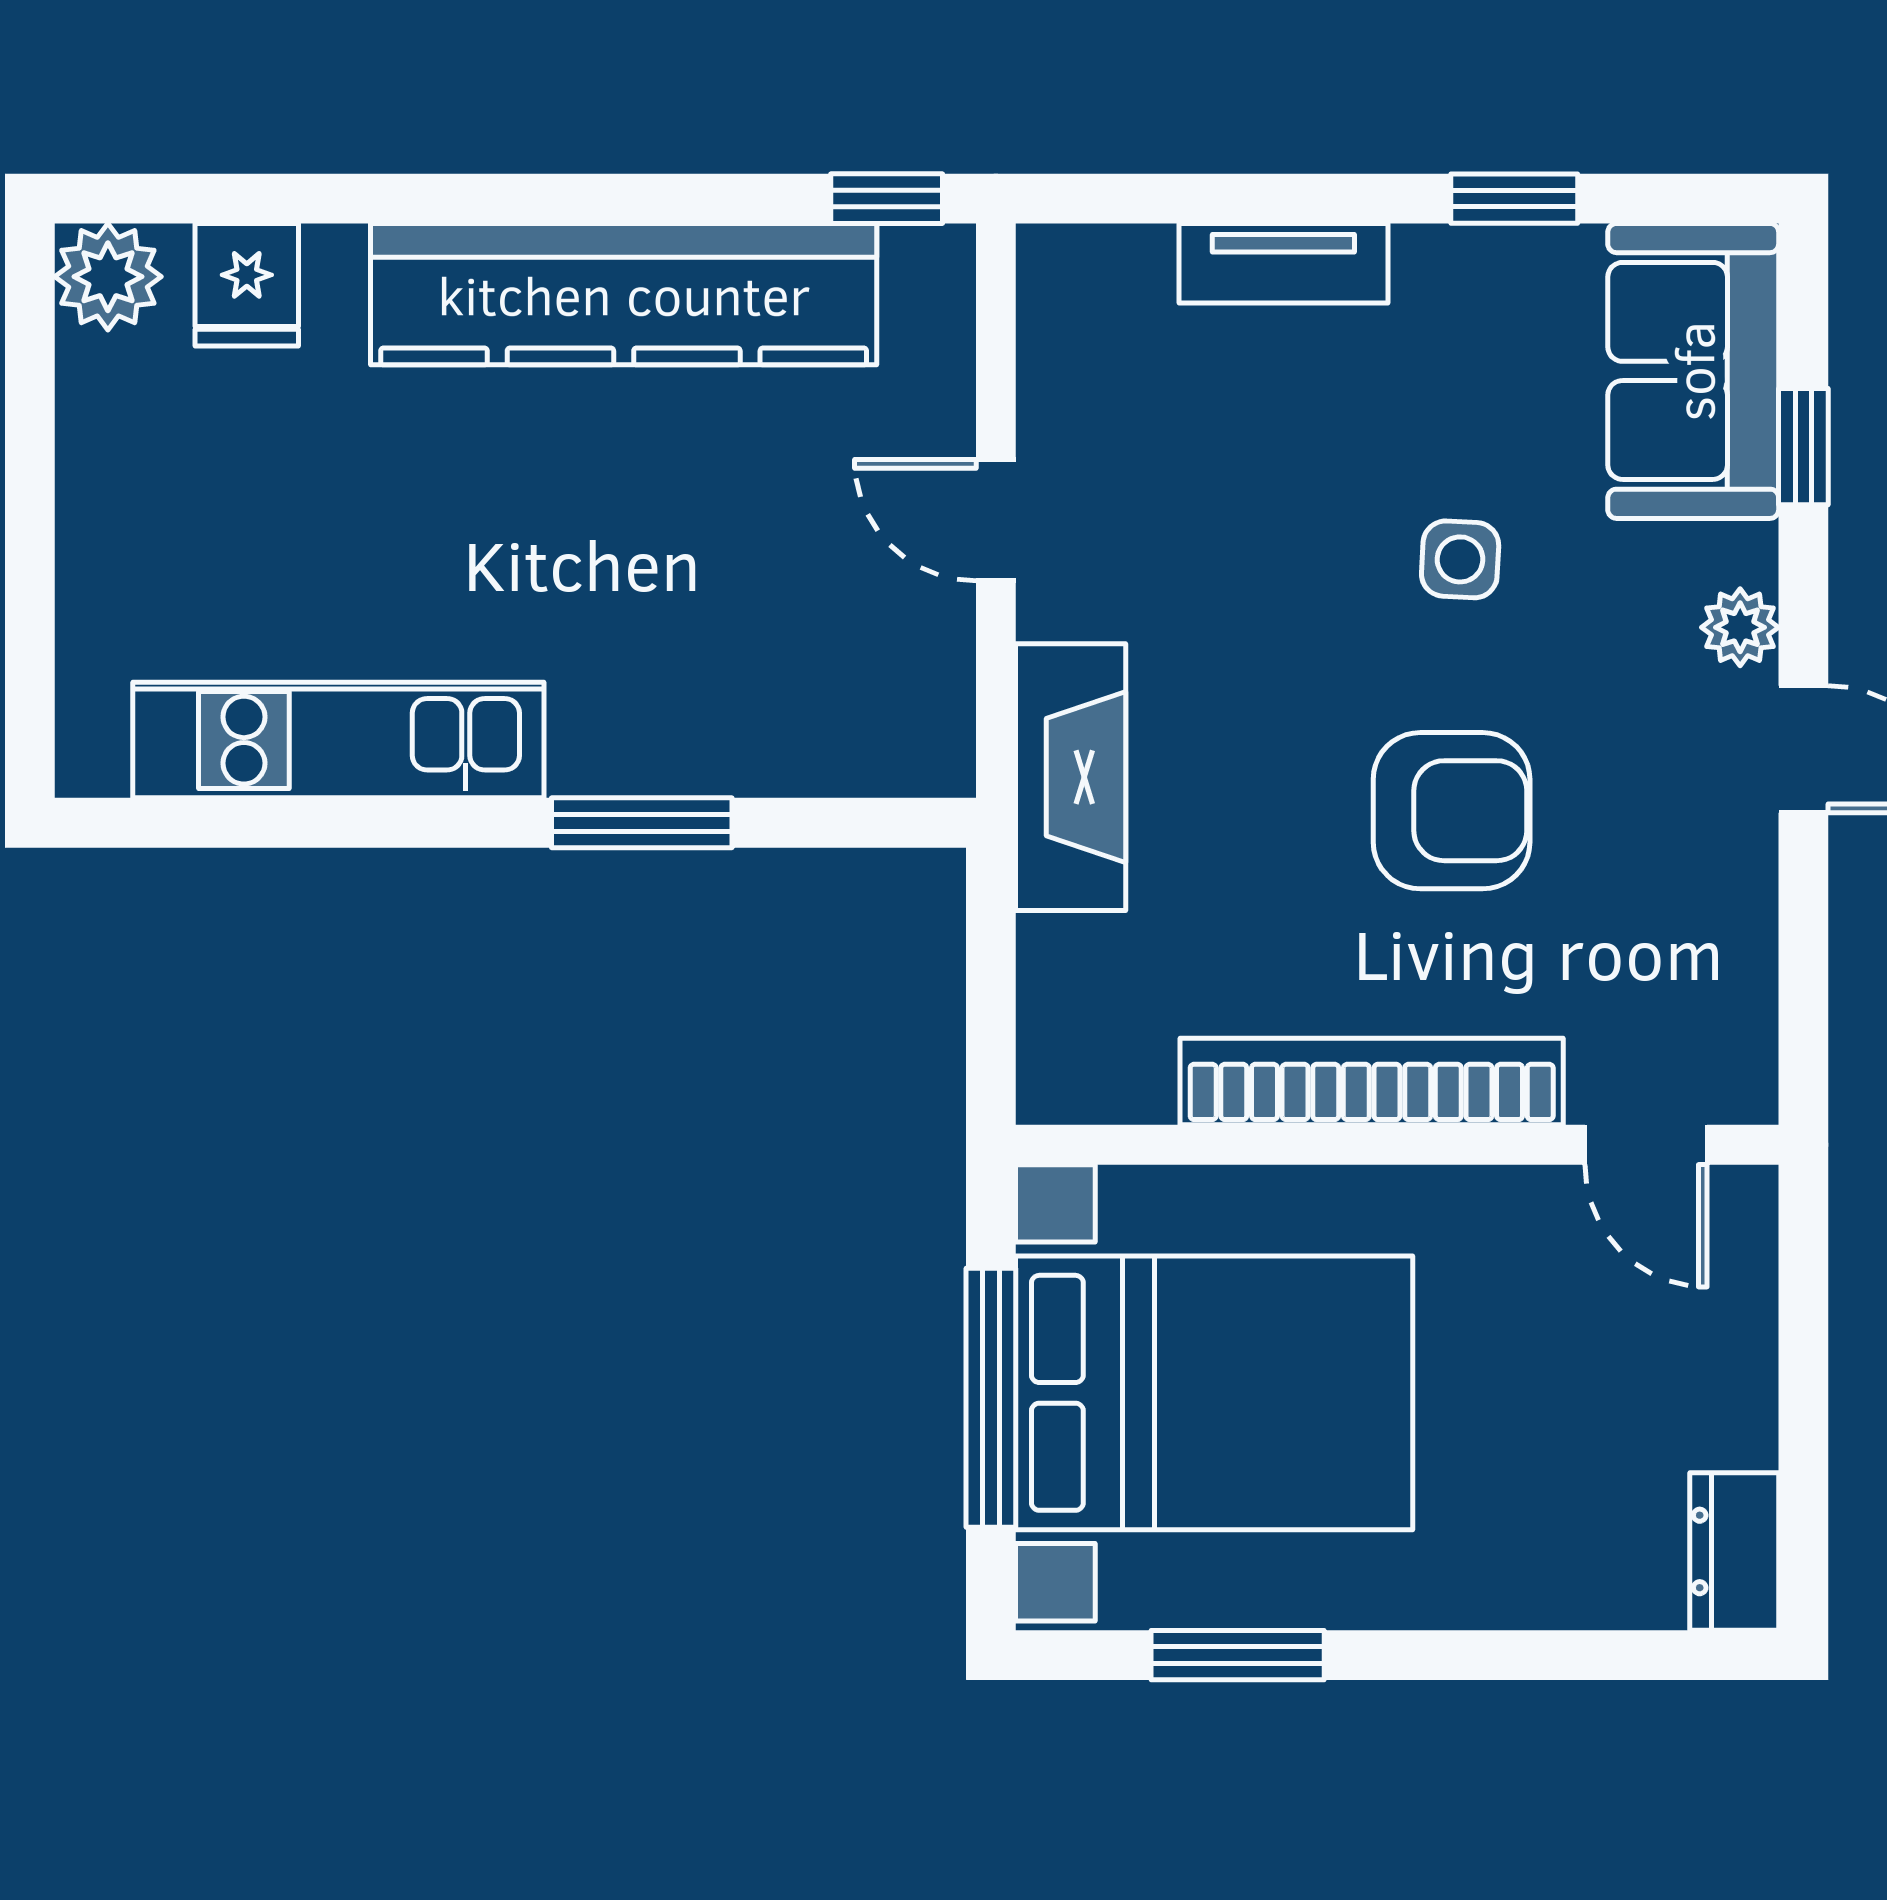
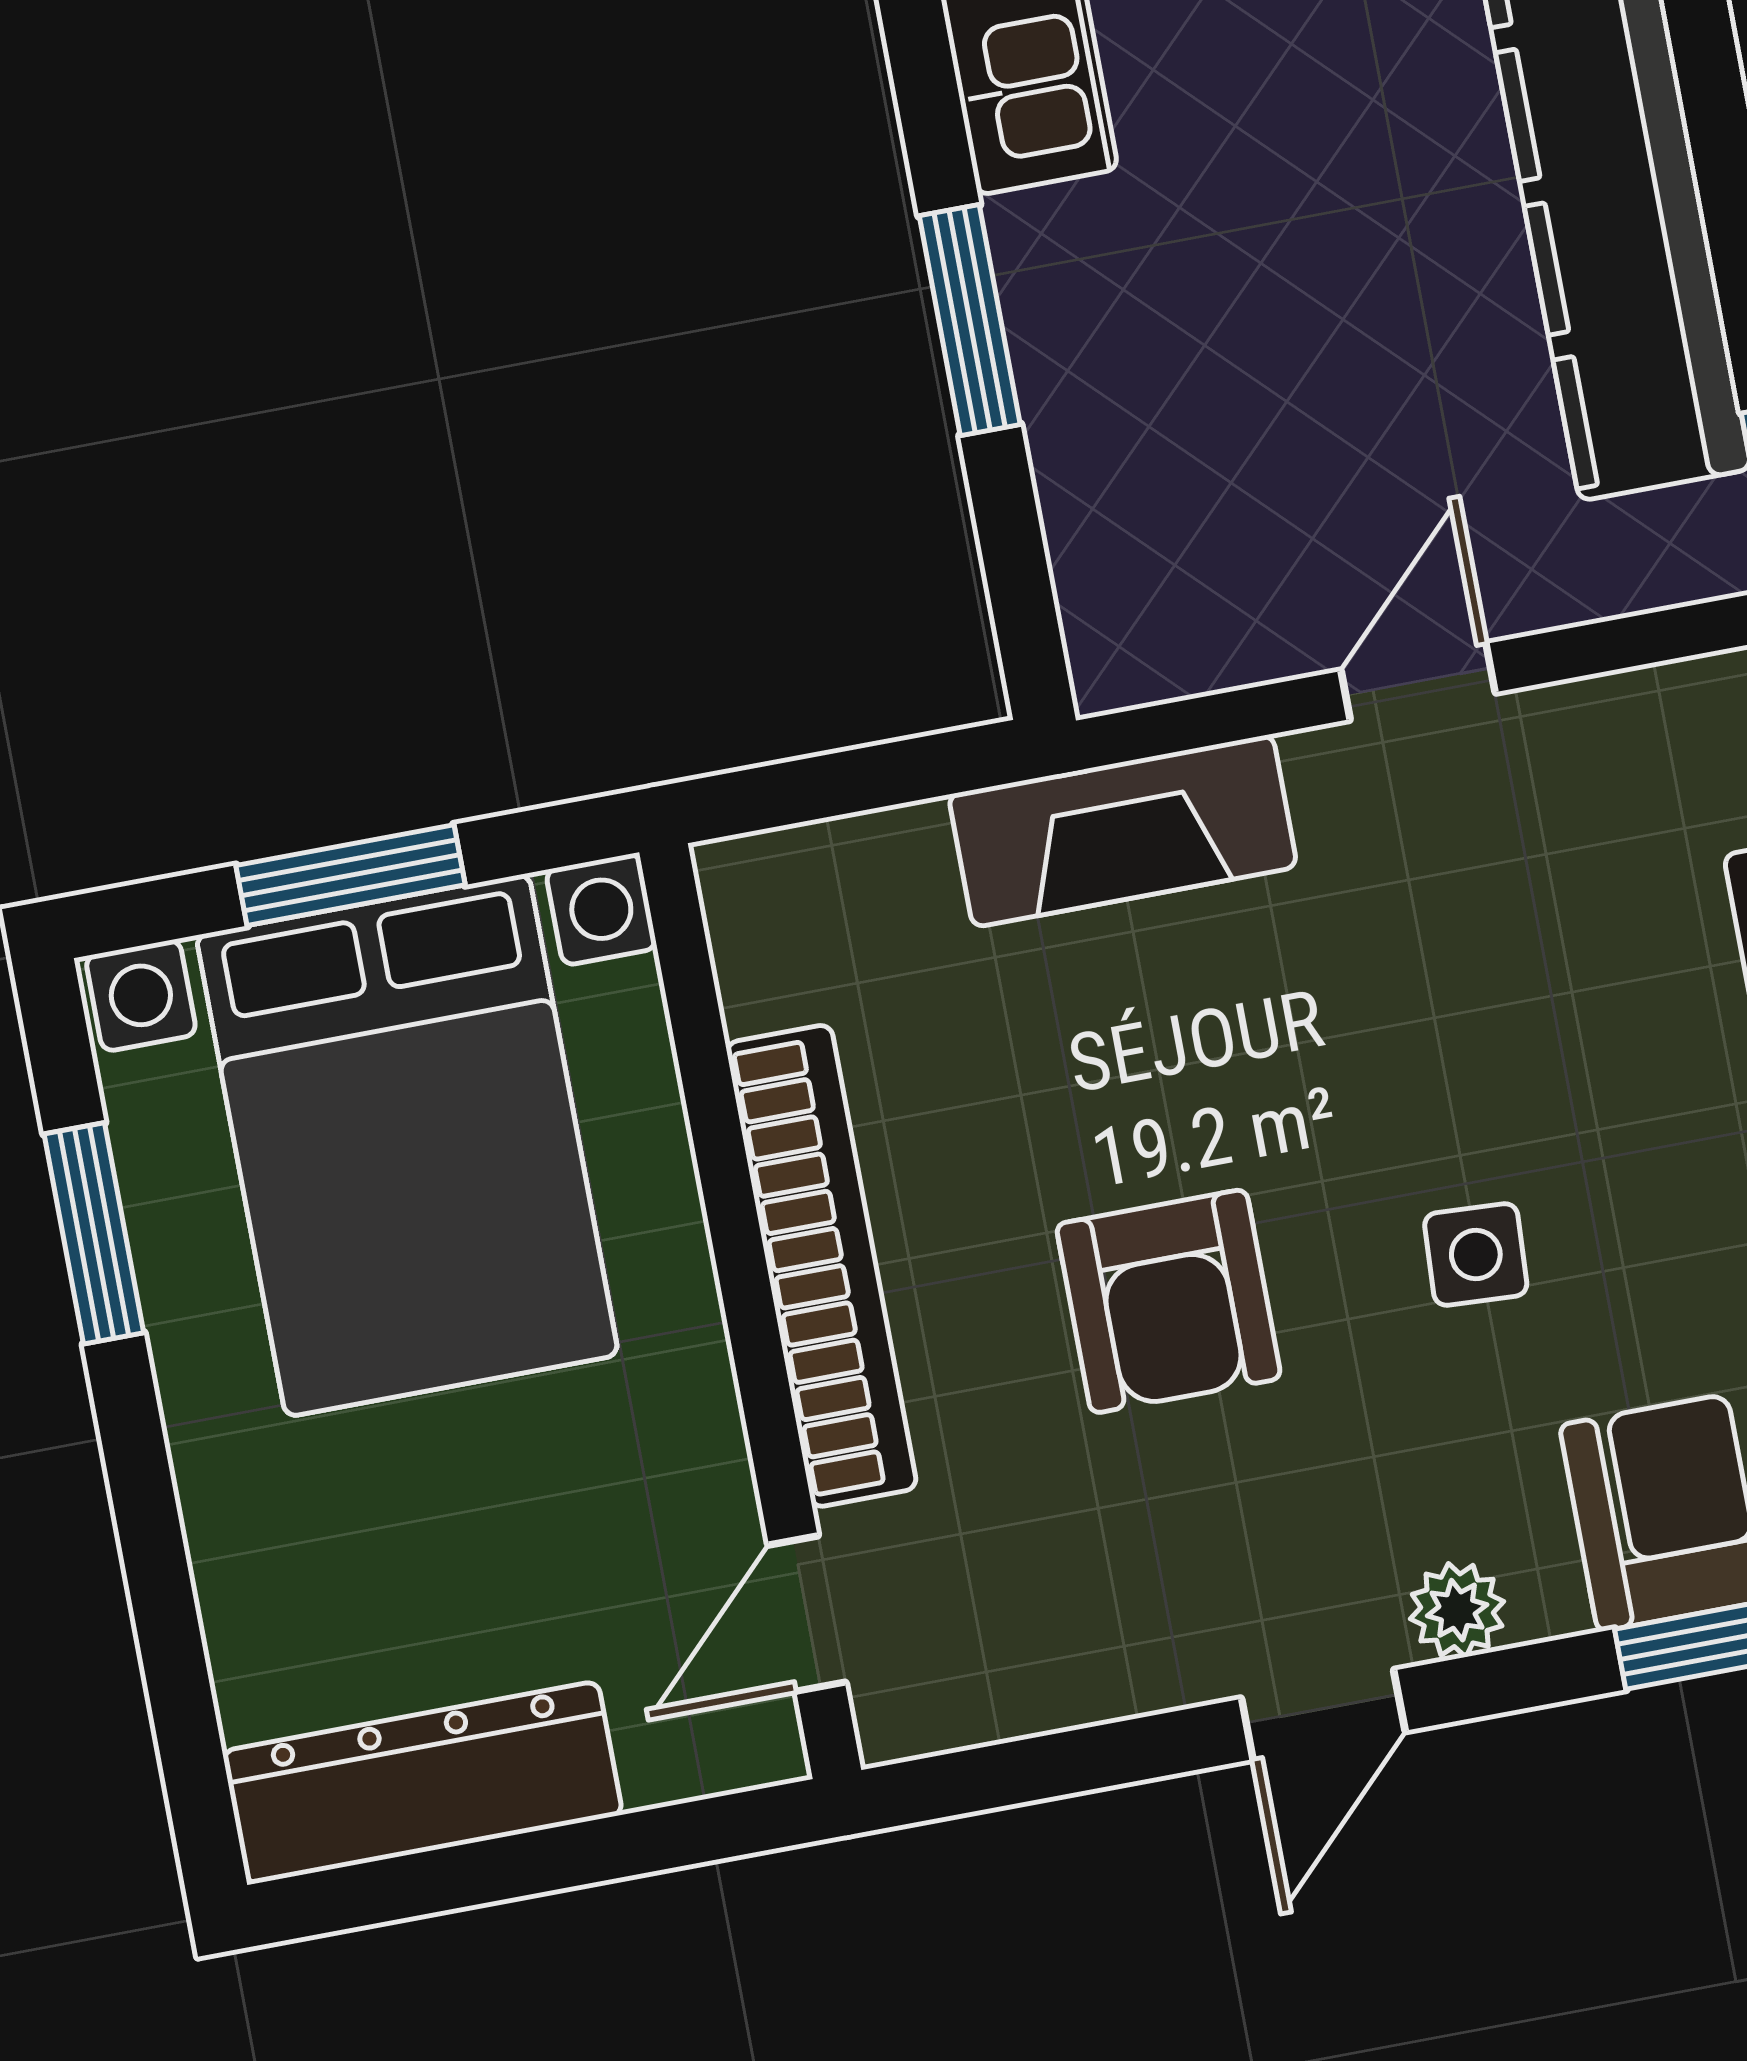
window: (991, 1398) -> (350, 875), width x0.69
dresser: (1734, 1551) -> (422, 1783), width x1.96, depth x1.24

